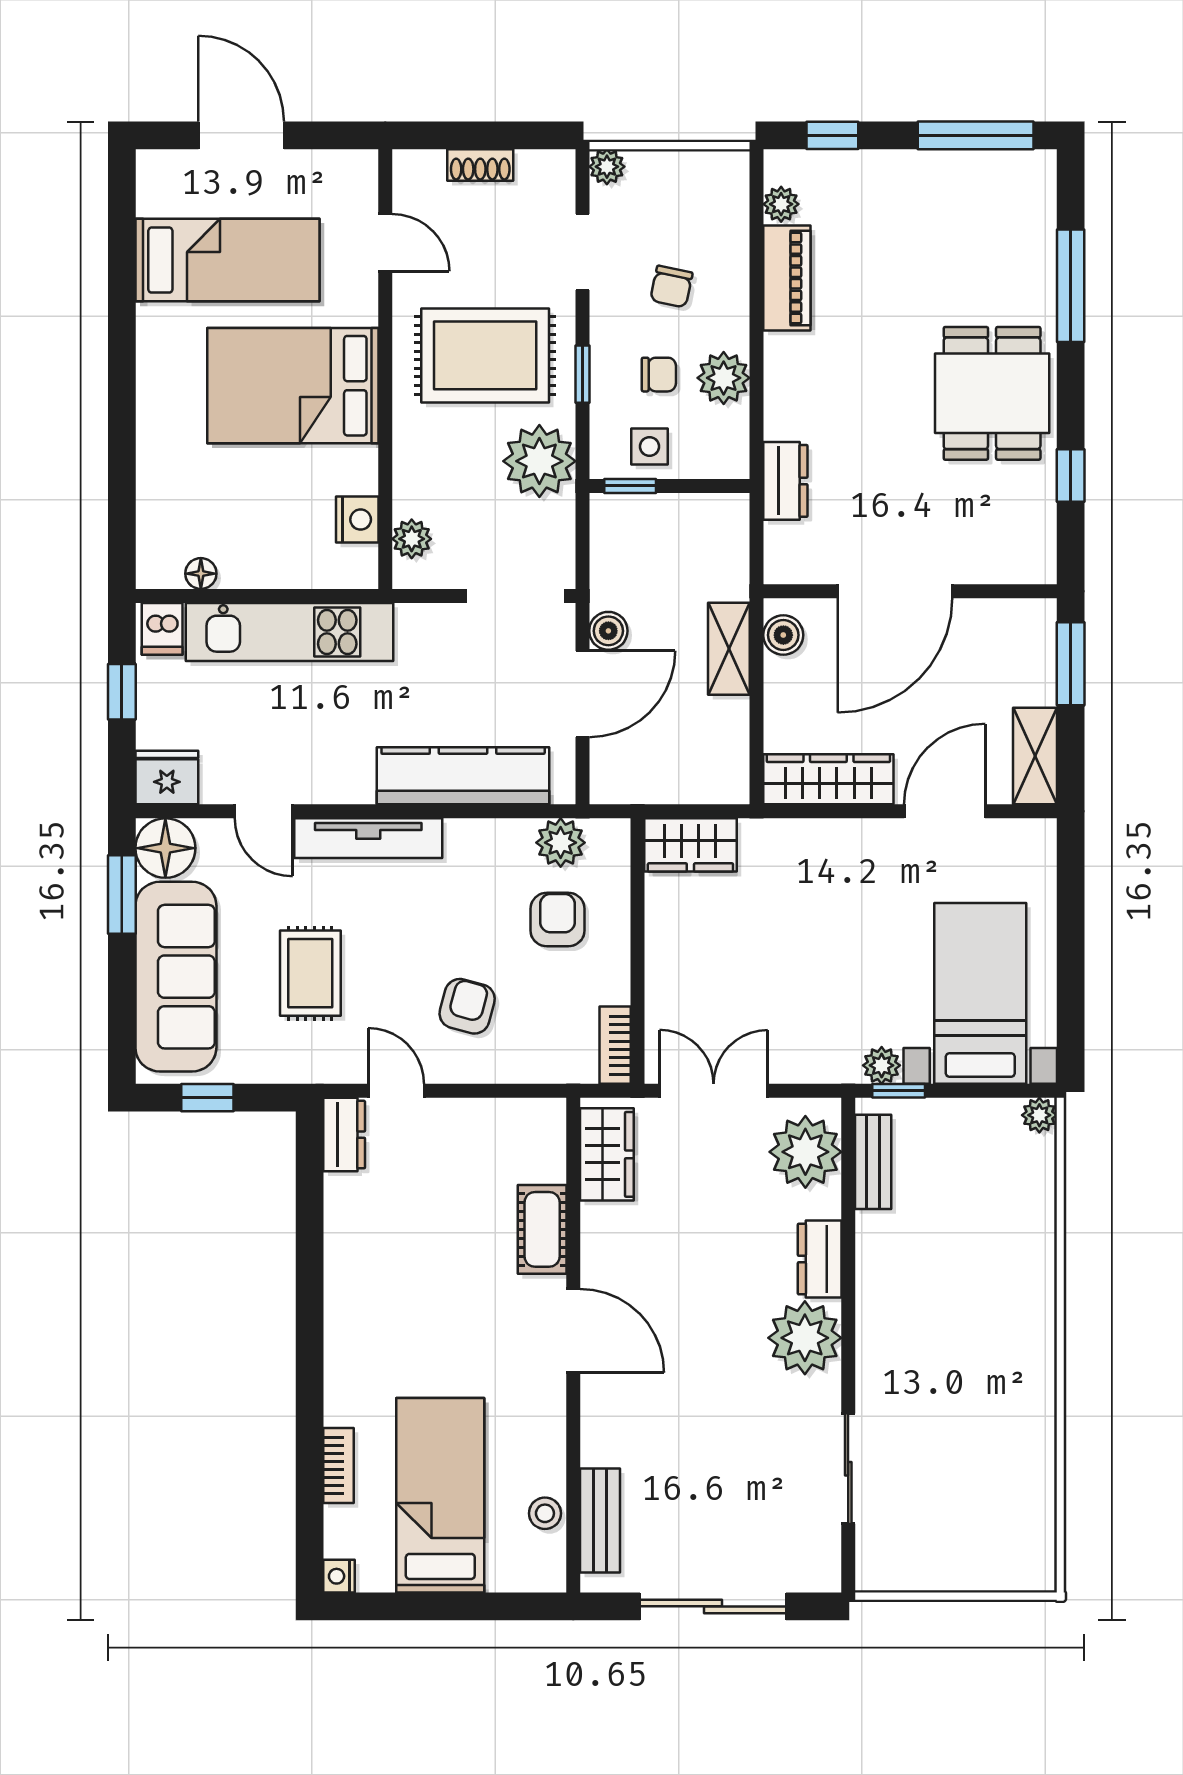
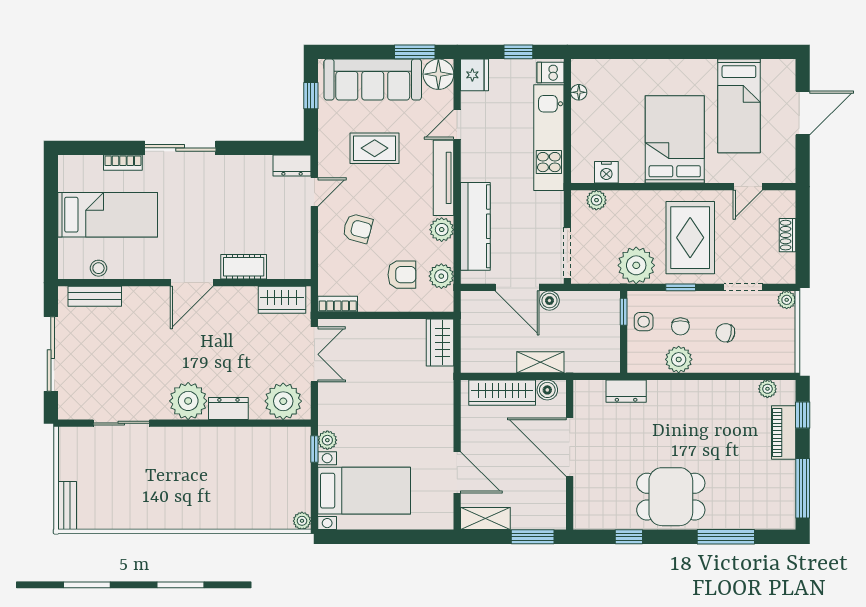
piano: (787, 278) -> (784, 433), moved, turned 90
wardrobe: (828, 779) -> (502, 393), moved, turned 90
plant: (469, 842) -> (442, 230), added
bench: (873, 1162) -> (67, 506), moved, turned 90
sliding door: (310, 1353) -> (180, 148), added
nightstand: (339, 1576) -> (66, 163), removed

